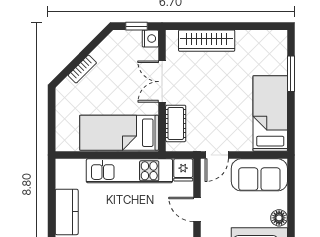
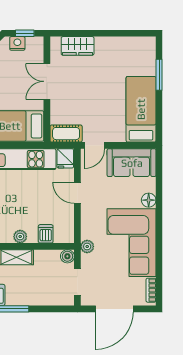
nightstand: (150, 39) -> (17, 43), moved, turned -90
wardrobe: (207, 41) -> (78, 46), width x0.67
cot: (176, 123) -> (66, 134), moved, turned 90

